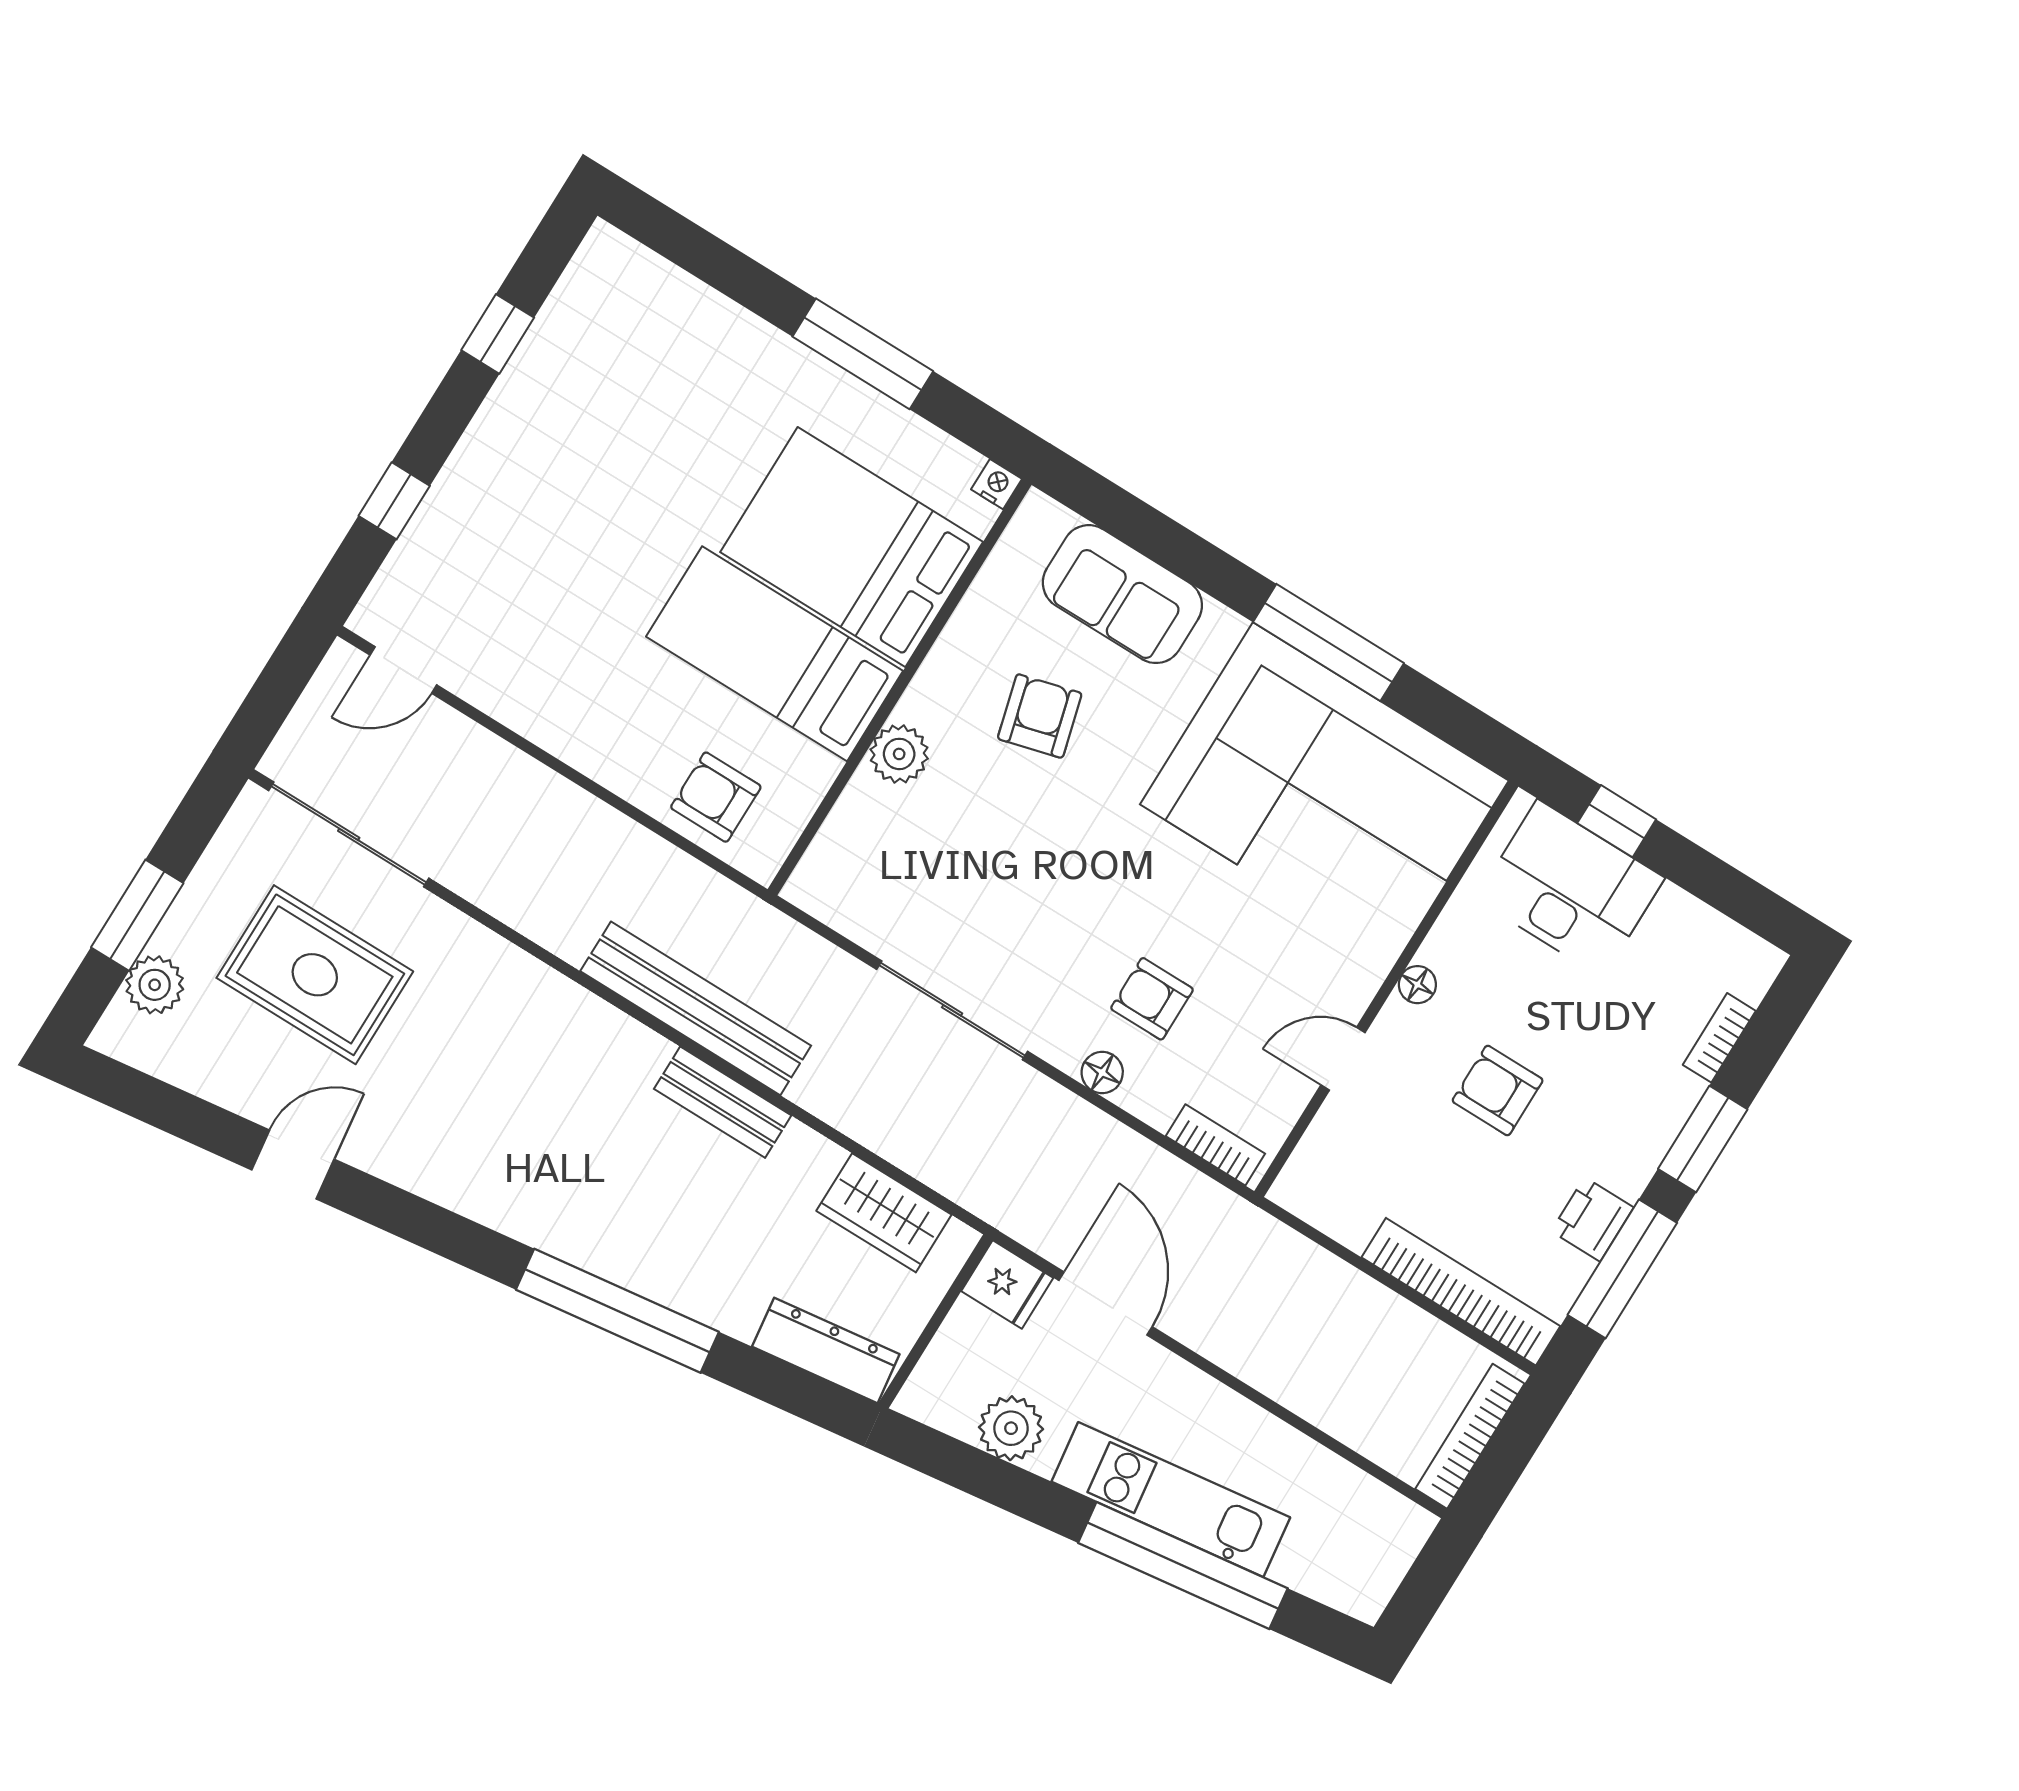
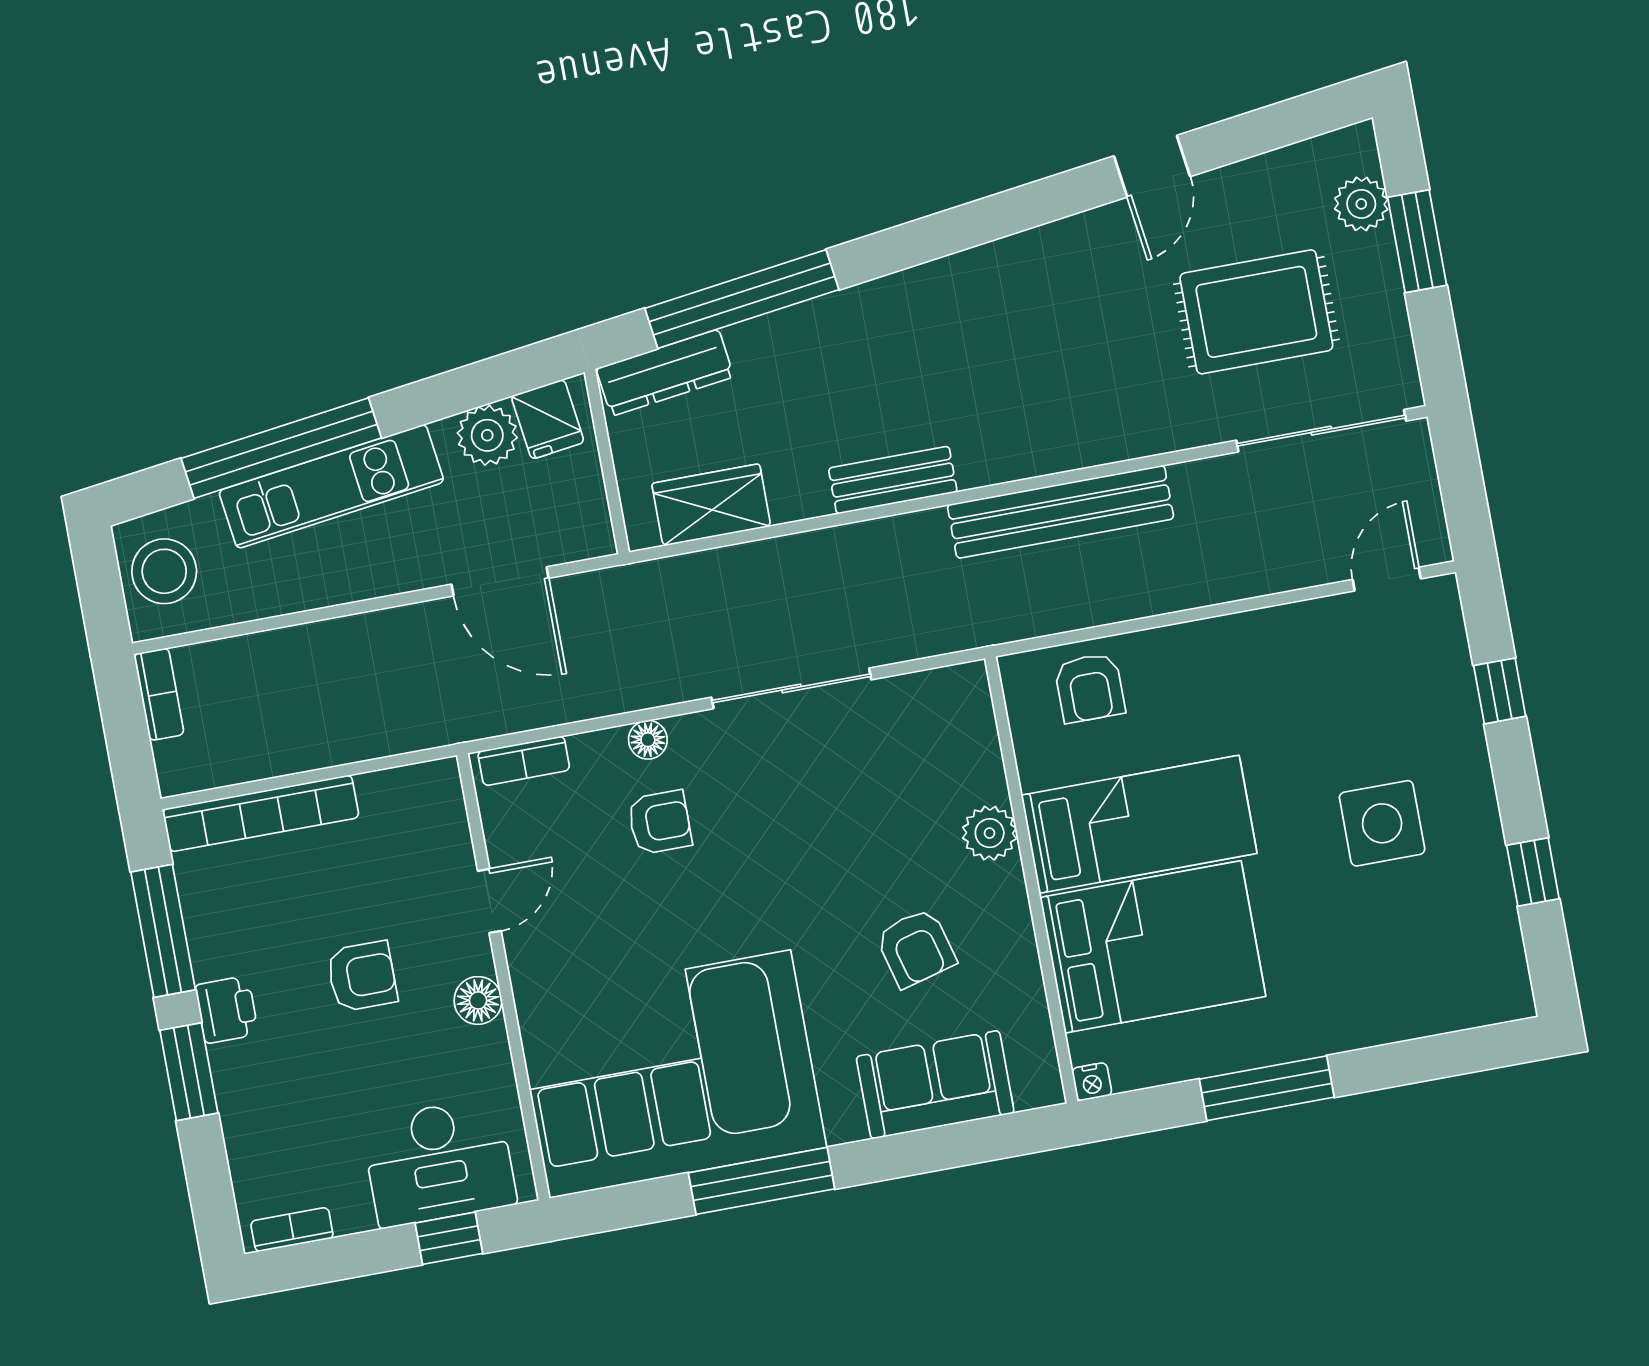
side table: (582, 480) -> (1382, 823), added
armchair: (716, 797) -> (1090, 688), turned 90
floor lamp: (1417, 985) -> (478, 1000), width x1.37, depth x1.37
bench: (696, 1008) -> (1061, 512), moved
bookcase: (1719, 1038) -> (292, 1230), moved, turned -90
printer: (1592, 1219) -> (227, 1010), moved
fridge: (1007, 1285) -> (548, 419), moved, turned -98
window: (617, 1311) -> (742, 299), moved
bookcase: (1470, 1436) -> (159, 694), width x0.64
stool: (1364, 1552) -> (164, 571), added

